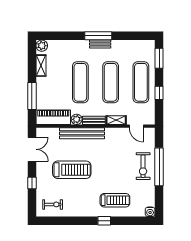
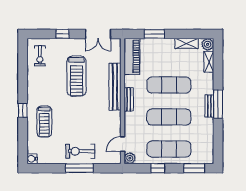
window: (32, 96) -> (154, 34), width x0.69
plant: (77, 119) -> (130, 158), moved
shelving: (116, 120) -> (209, 62), moved
window: (159, 167) -> (79, 168), width x0.68

